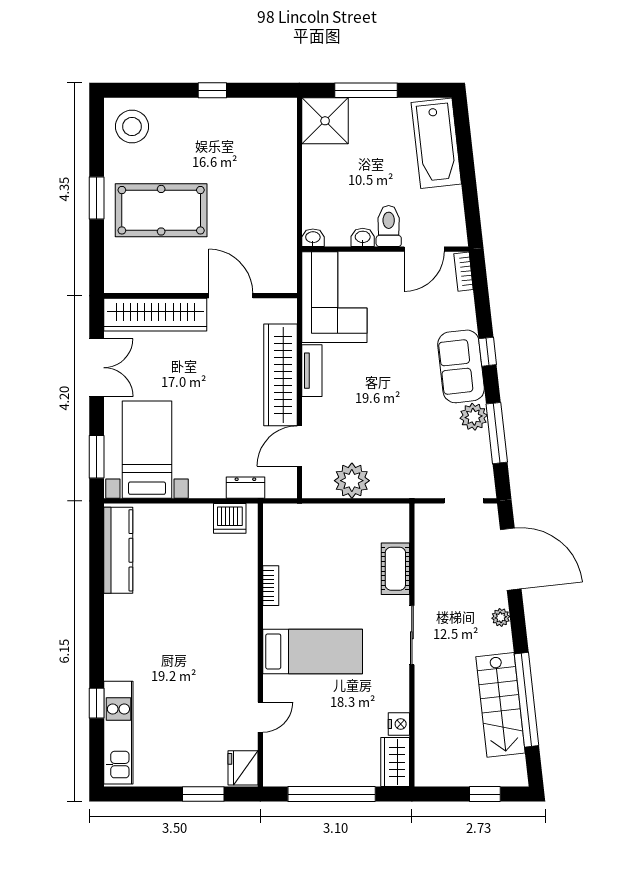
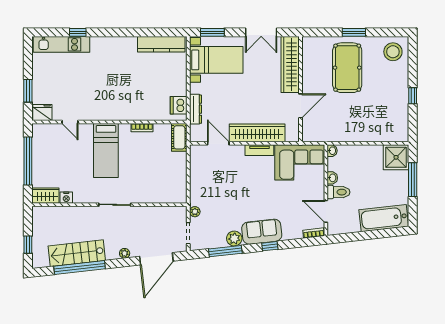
plant: (352, 481) -> (195, 212), moved, width x0.53, depth x0.53
dresser: (245, 488) -> (196, 109), width x1.44
cot: (395, 569) -> (179, 137), moved, turned 90

